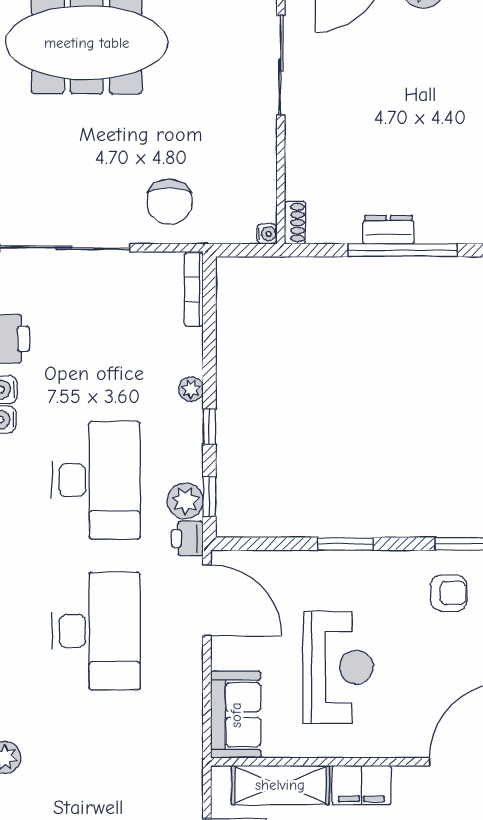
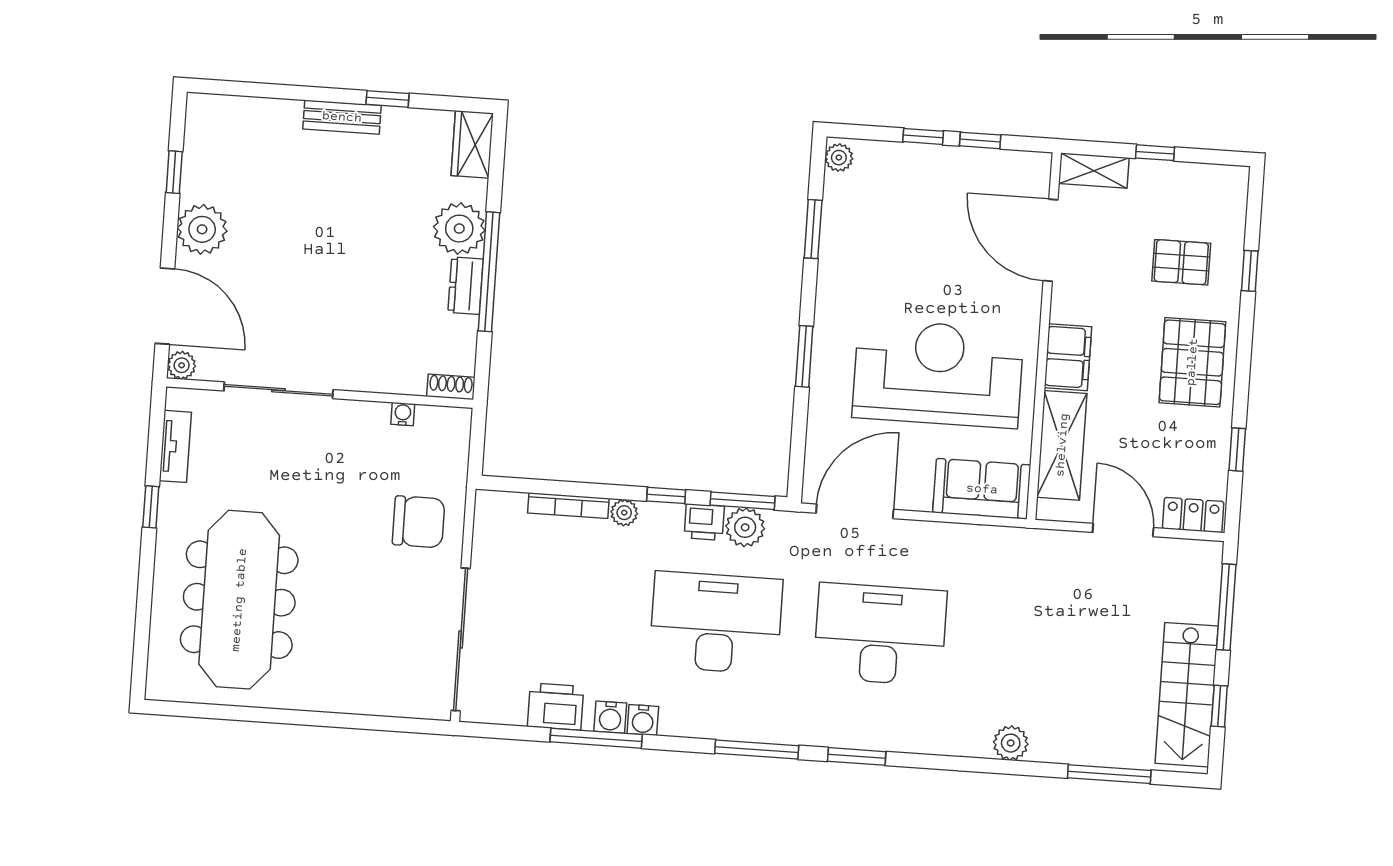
plant: (440, 220) -> (459, 229), added
water cooler: (267, 234) -> (403, 414), moved
bookcase: (194, 289) -> (568, 506), moved
window: (209, 497) -> (743, 501), width x1.50
printer: (187, 539) -> (704, 522), moved
armchair: (449, 593) -> (866, 248), removed
reception desk: (338, 667) -> (938, 374), width x1.36, depth x1.30

